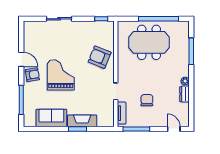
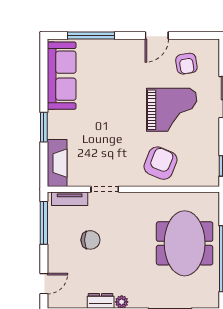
armchair: (32, 75) -> (186, 64), moved
grand piano: (61, 75) -> (172, 110), moved
sofa: (51, 118) -> (62, 76), width x1.36
fireplace: (82, 121) -> (57, 163), moved

